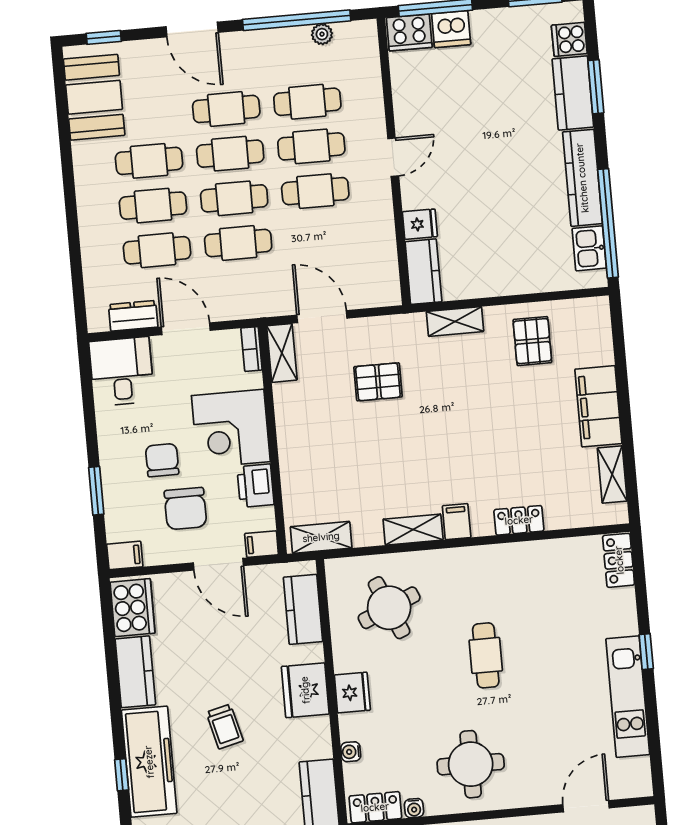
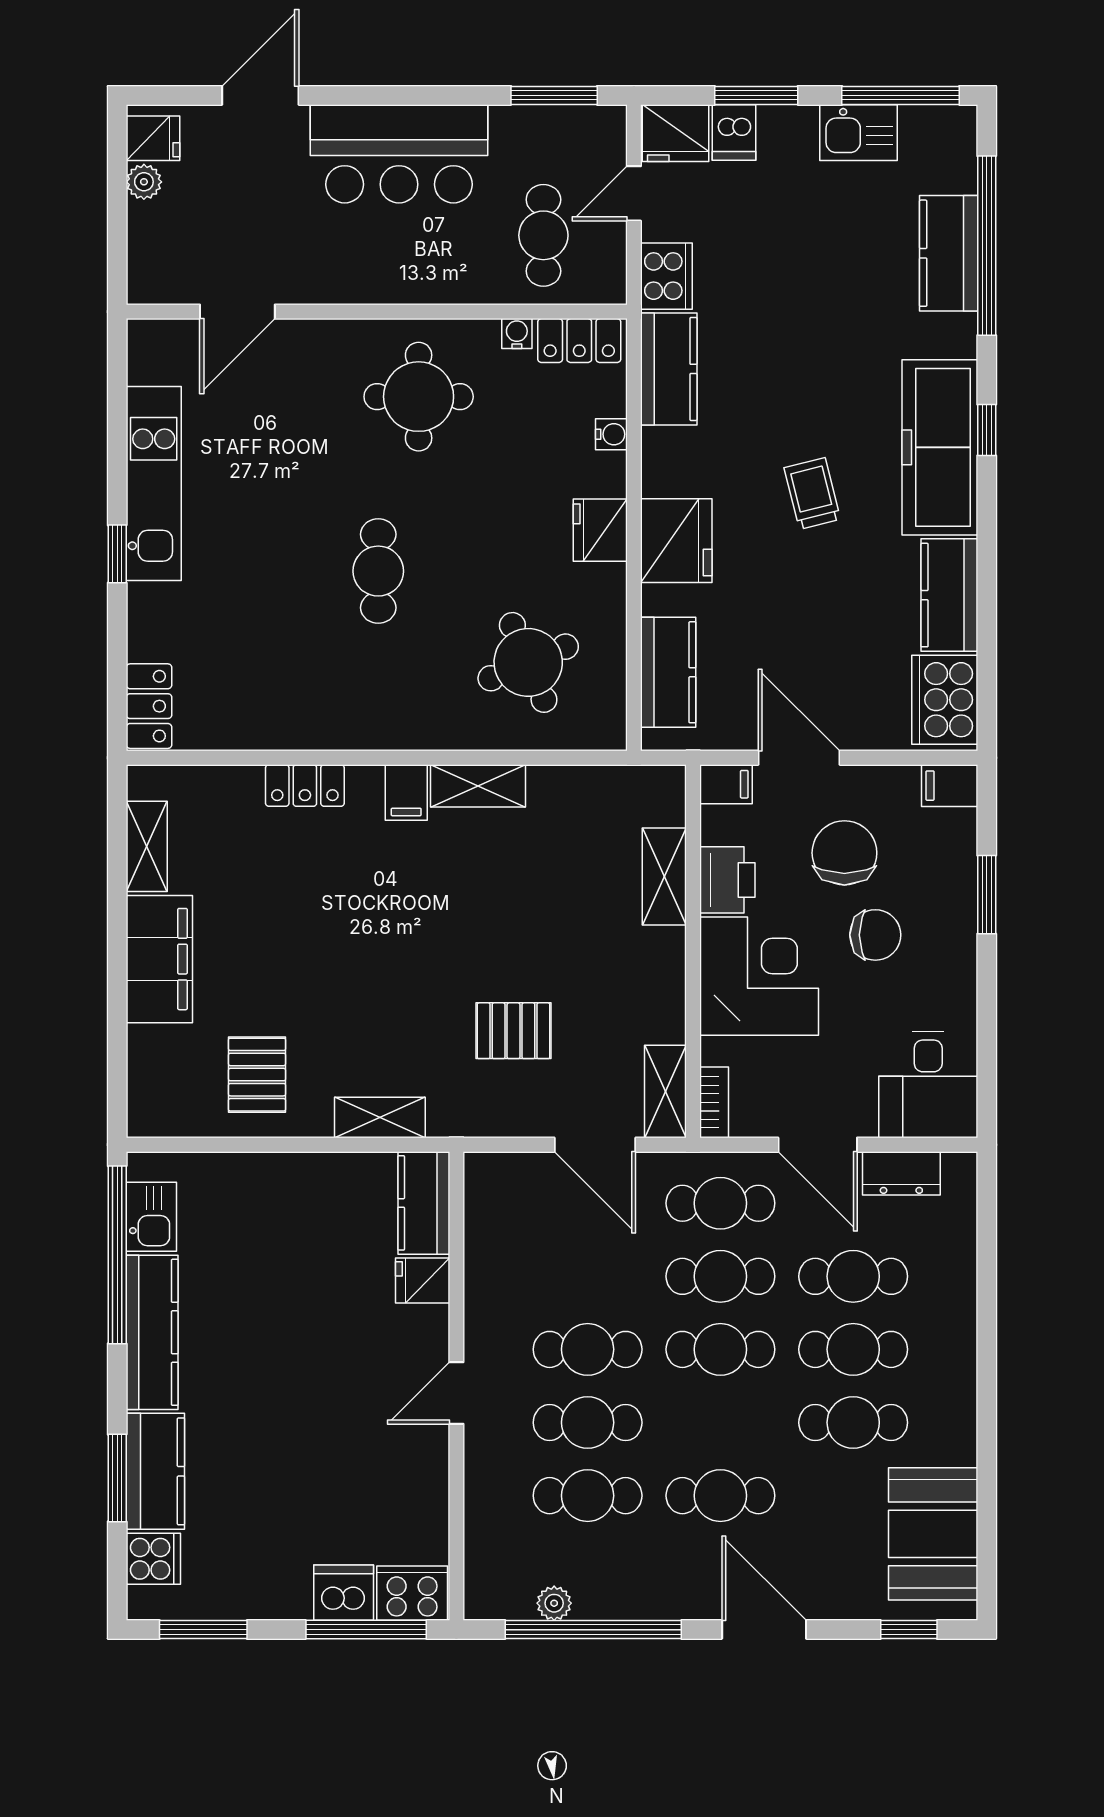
cafe table: (230, 154) -> (720, 1203), moved
chair: (162, 460) -> (875, 935), turned -90
shelving: (321, 537) -> (664, 876), moved, turned 90

